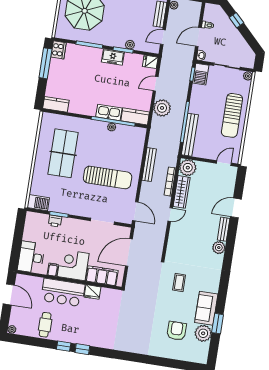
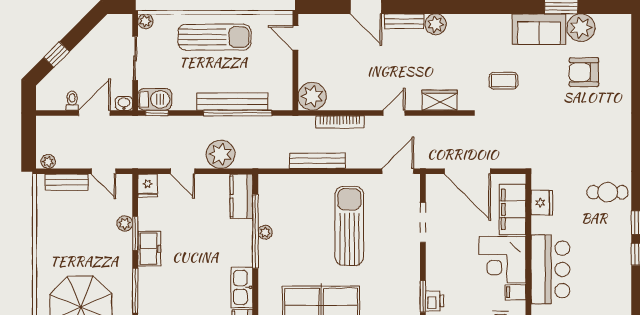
door: (198, 37) -> (94, 113), swing flipped
kitchen sink: (109, 112) -> (242, 287), moved
bench: (190, 135) -> (232, 101), moved
wardrobe: (182, 192) -> (439, 100), moved, width x0.67
door: (170, 215) -> (394, 113), hinge flipped
fridge: (92, 292) -> (542, 203), moved
cafe table: (45, 325) -> (608, 192), moved

